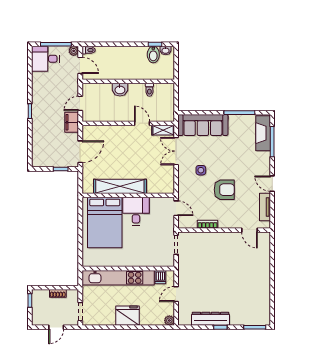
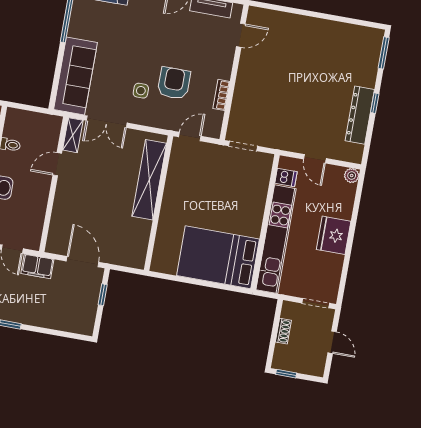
shelving: (120, 186) -> (149, 180), moved
armchair: (224, 190) -> (174, 83), moved
desk: (136, 211) -> (184, 196), removed
bed: (105, 223) -> (218, 257), moved, turned 180

